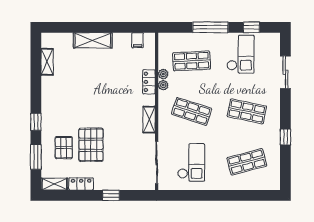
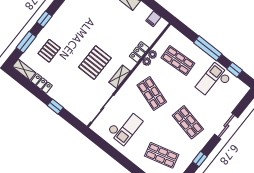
checkout: (241, 54) -> (214, 82), turned 180
sliding door: (285, 72) -> (226, 126), moved
pallet: (91, 145) -> (95, 63), moved

